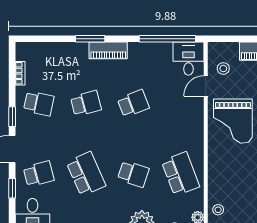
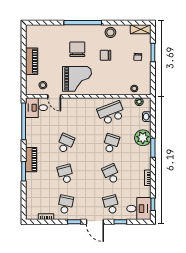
school desk: (133, 103) -> (65, 143), turned 45
school desk: (86, 174) -> (111, 174), width x0.54

